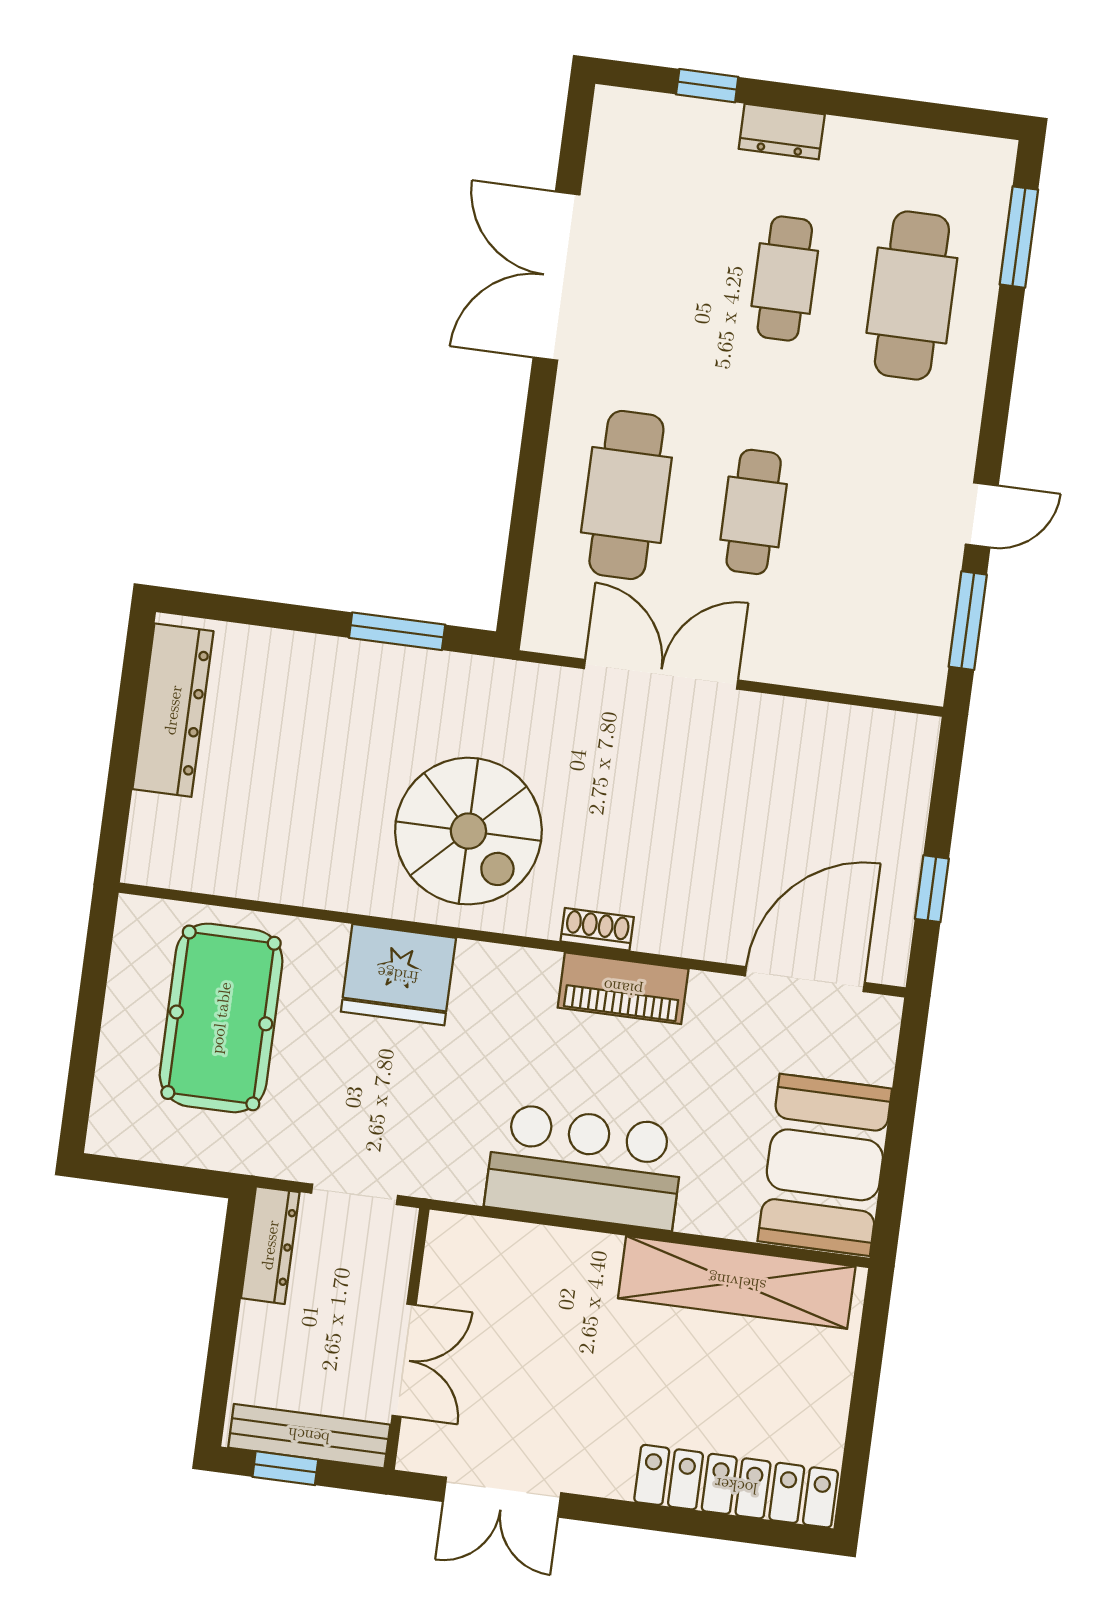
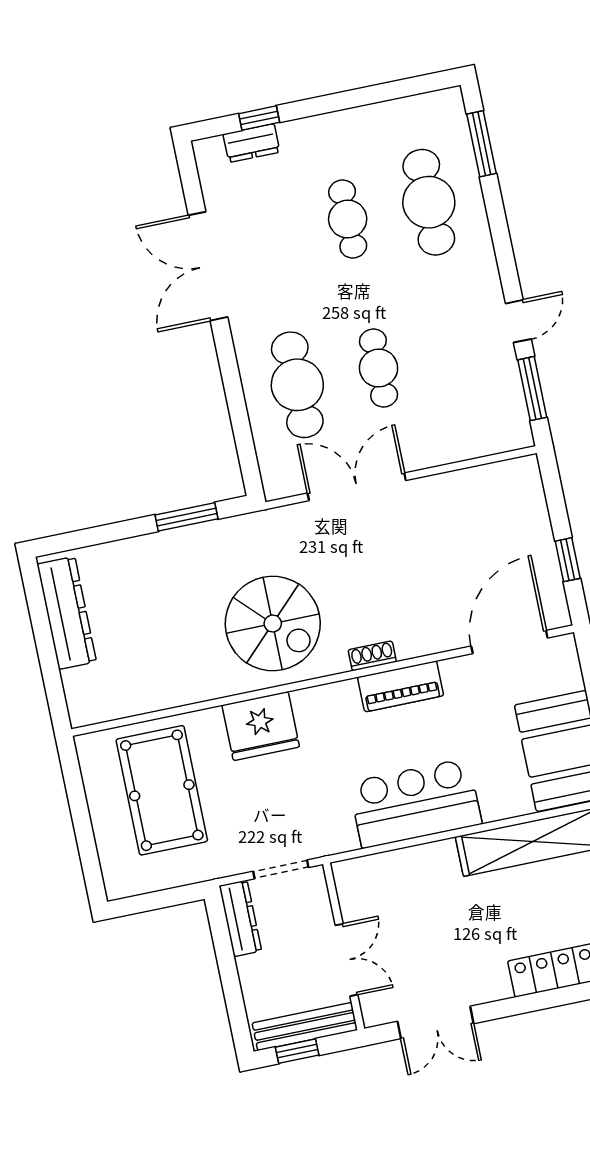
dresser: (782, 132) -> (252, 143), moved

